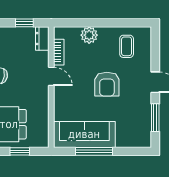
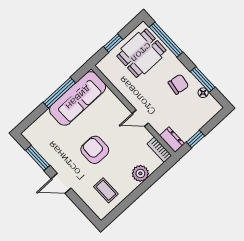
bookcase: (59, 52) -> (159, 150), moved

